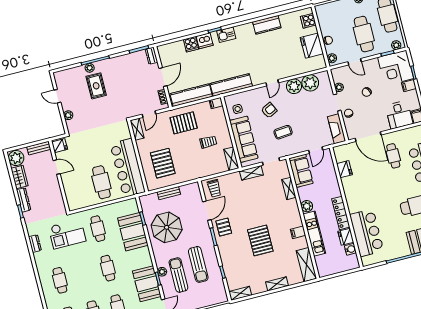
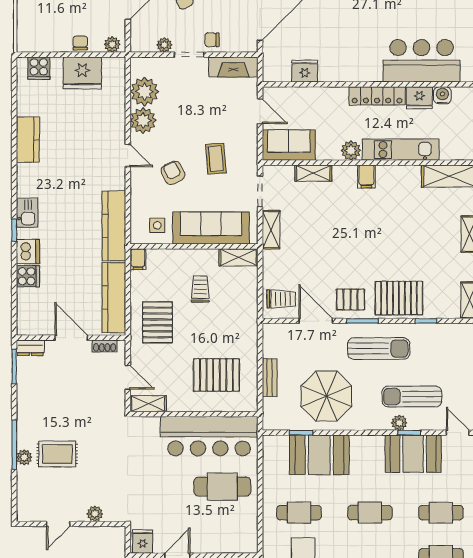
filing cabinet: (298, 232) -> (366, 176), moved
pallet: (260, 240) -> (399, 298), moved
sun lounger: (198, 264) -> (379, 349), moved

